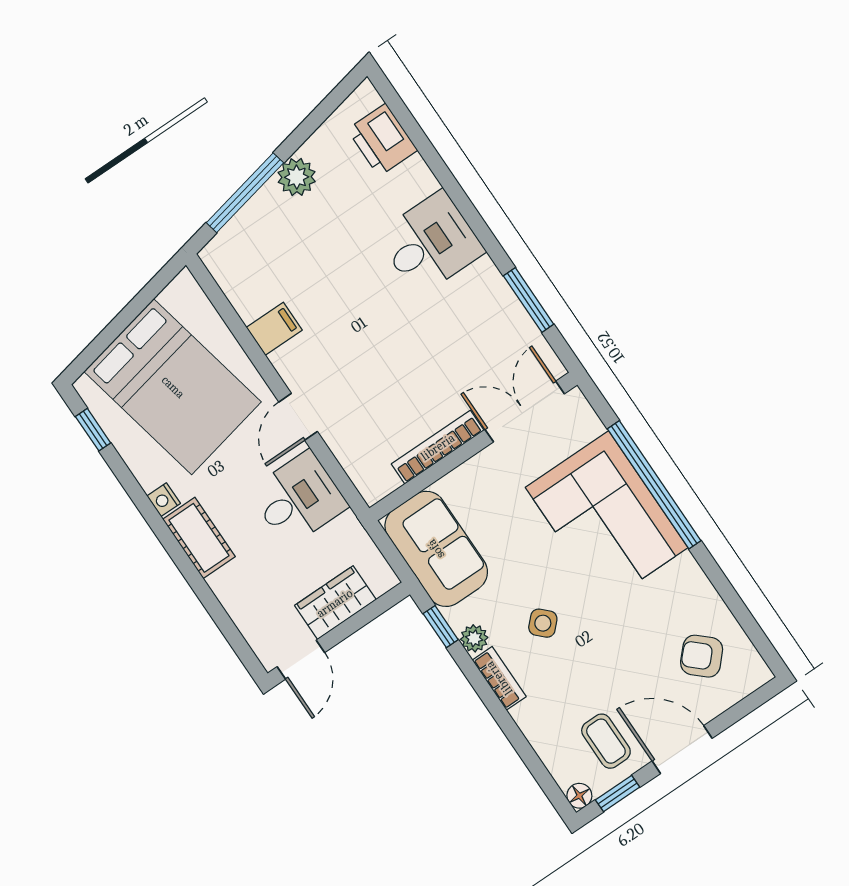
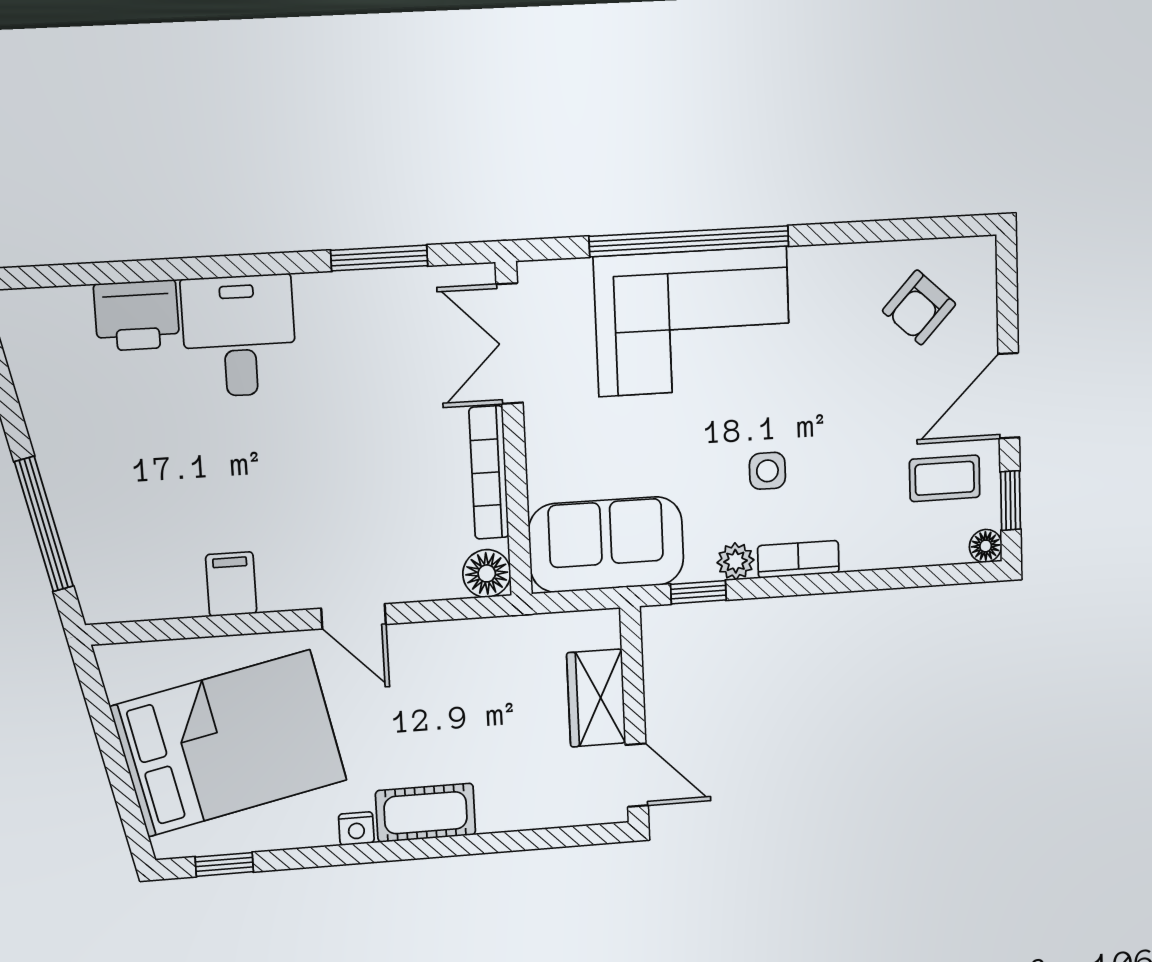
printer: (382, 140) -> (137, 316), moved
plant: (297, 177) -> (61, 450), removed
floor lamp: (374, 484) -> (487, 573), added
desk: (298, 499) -> (450, 672), removed
side table: (543, 623) -> (767, 471), turned 45

